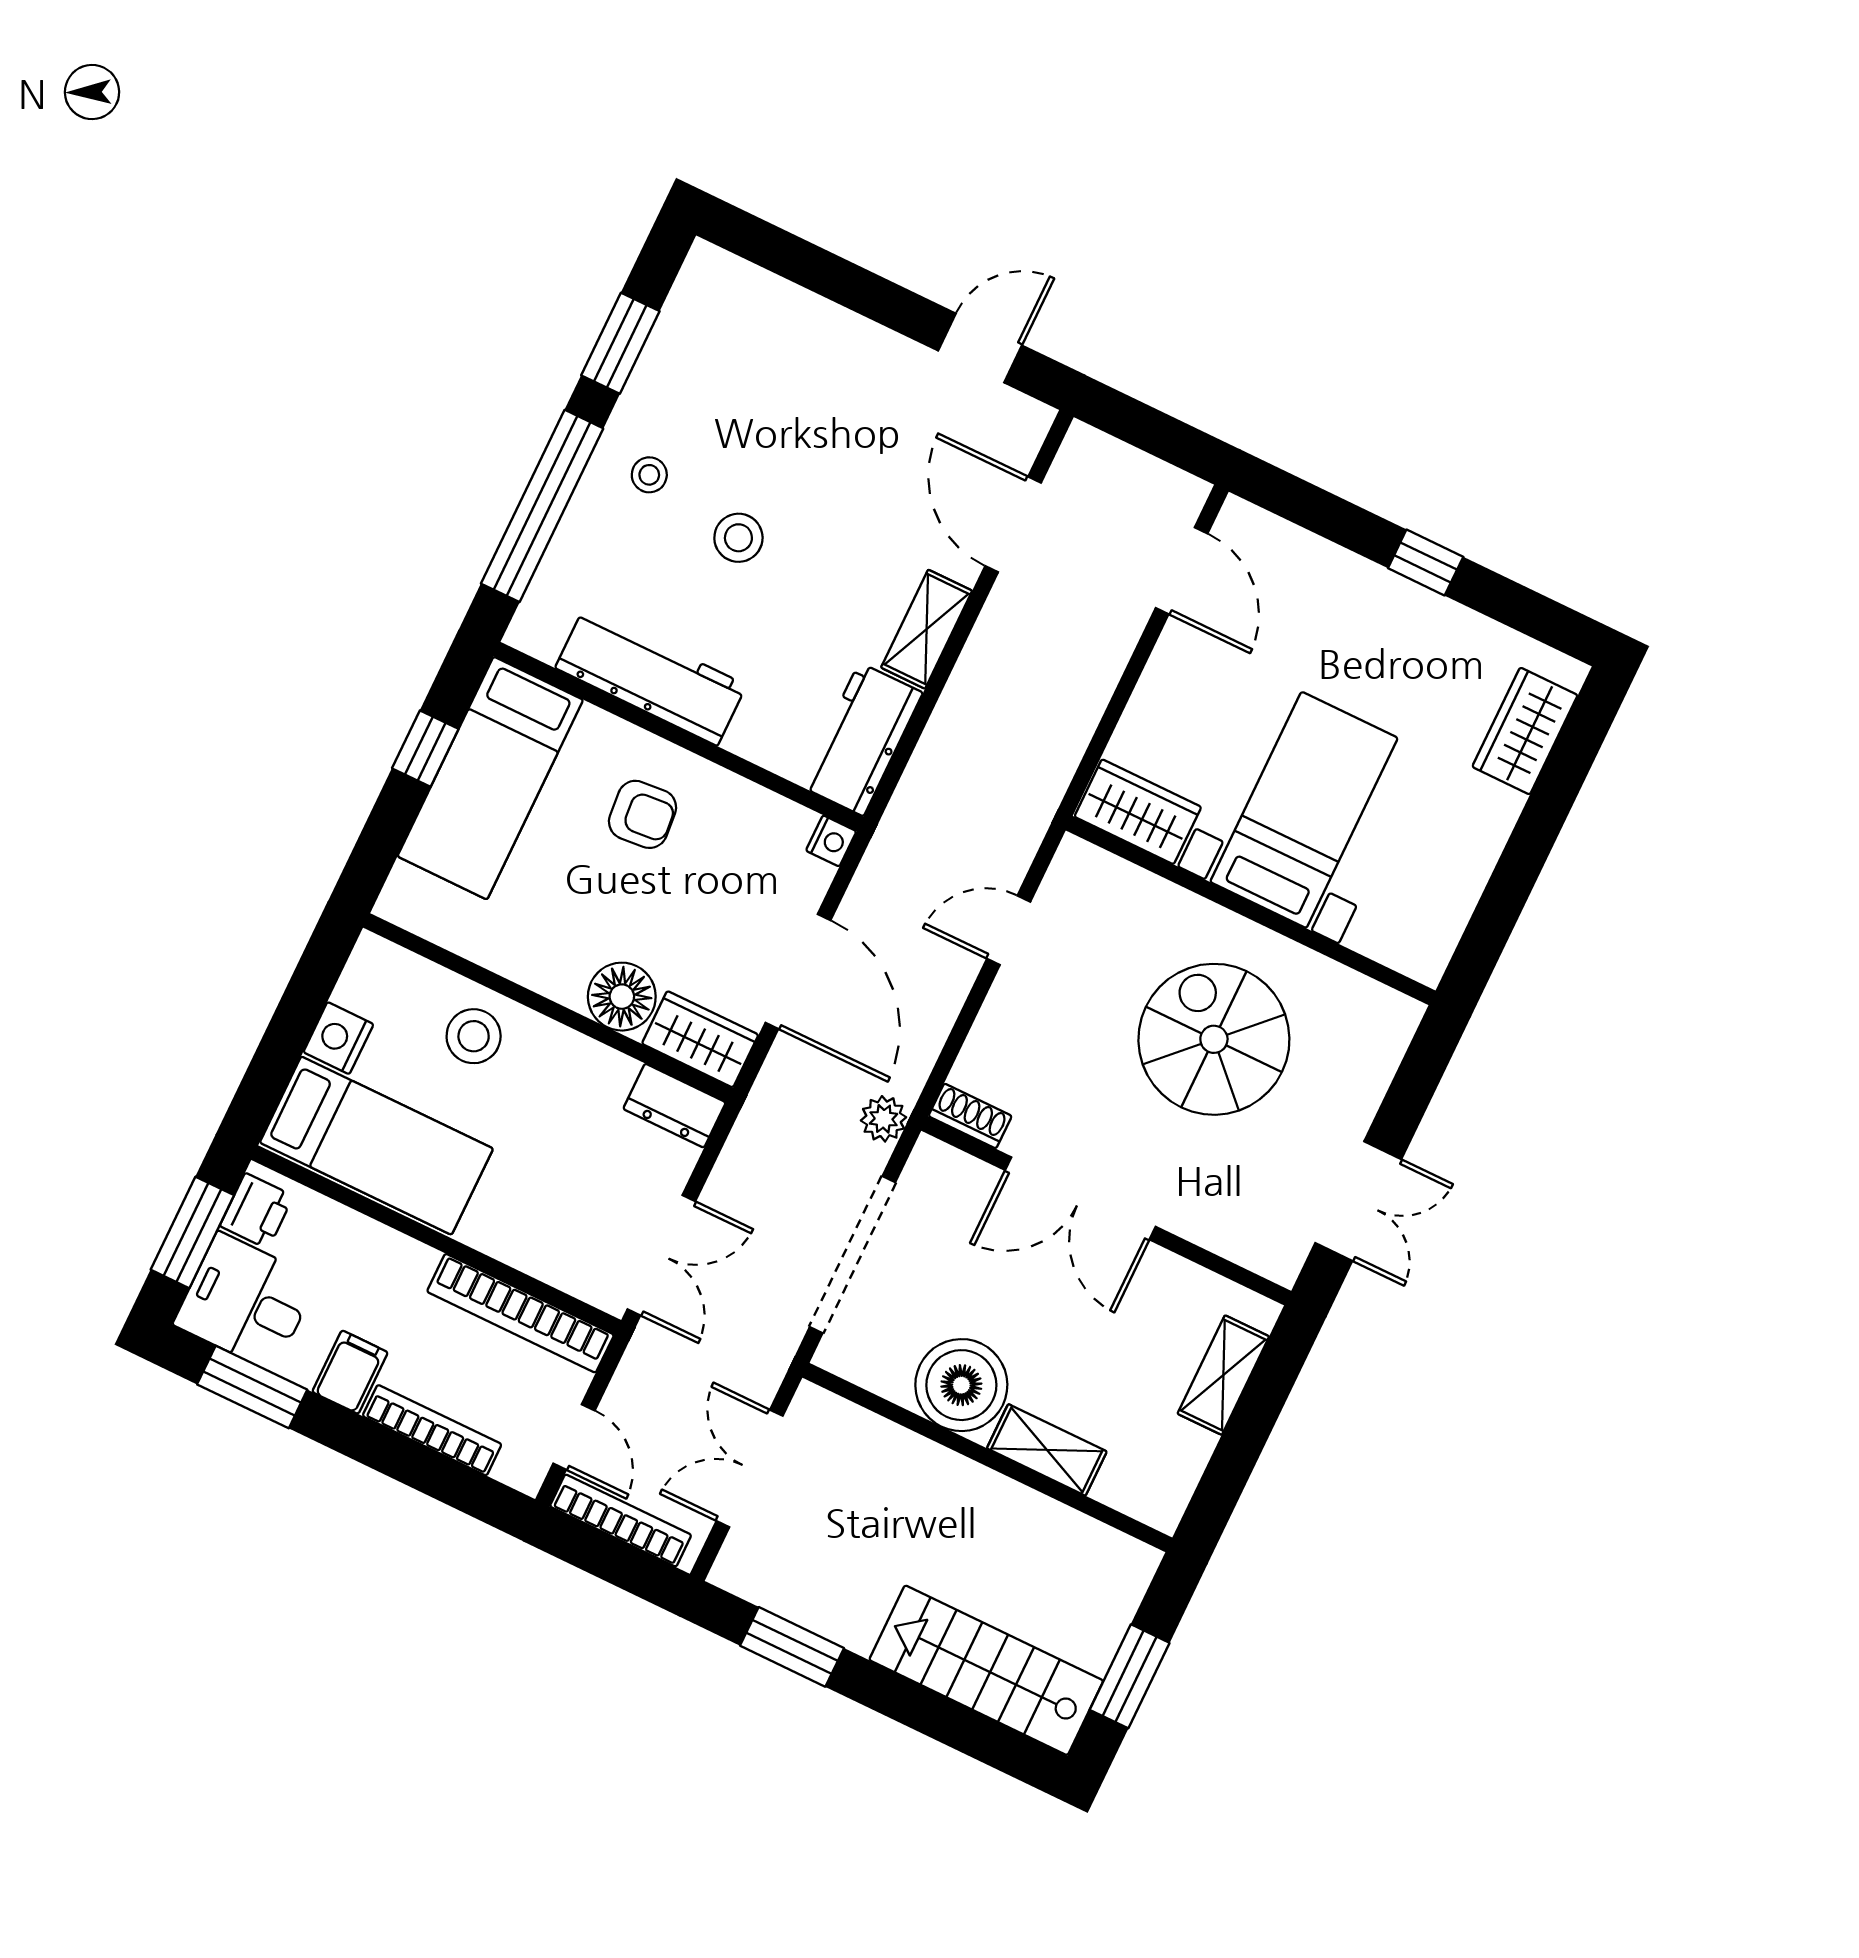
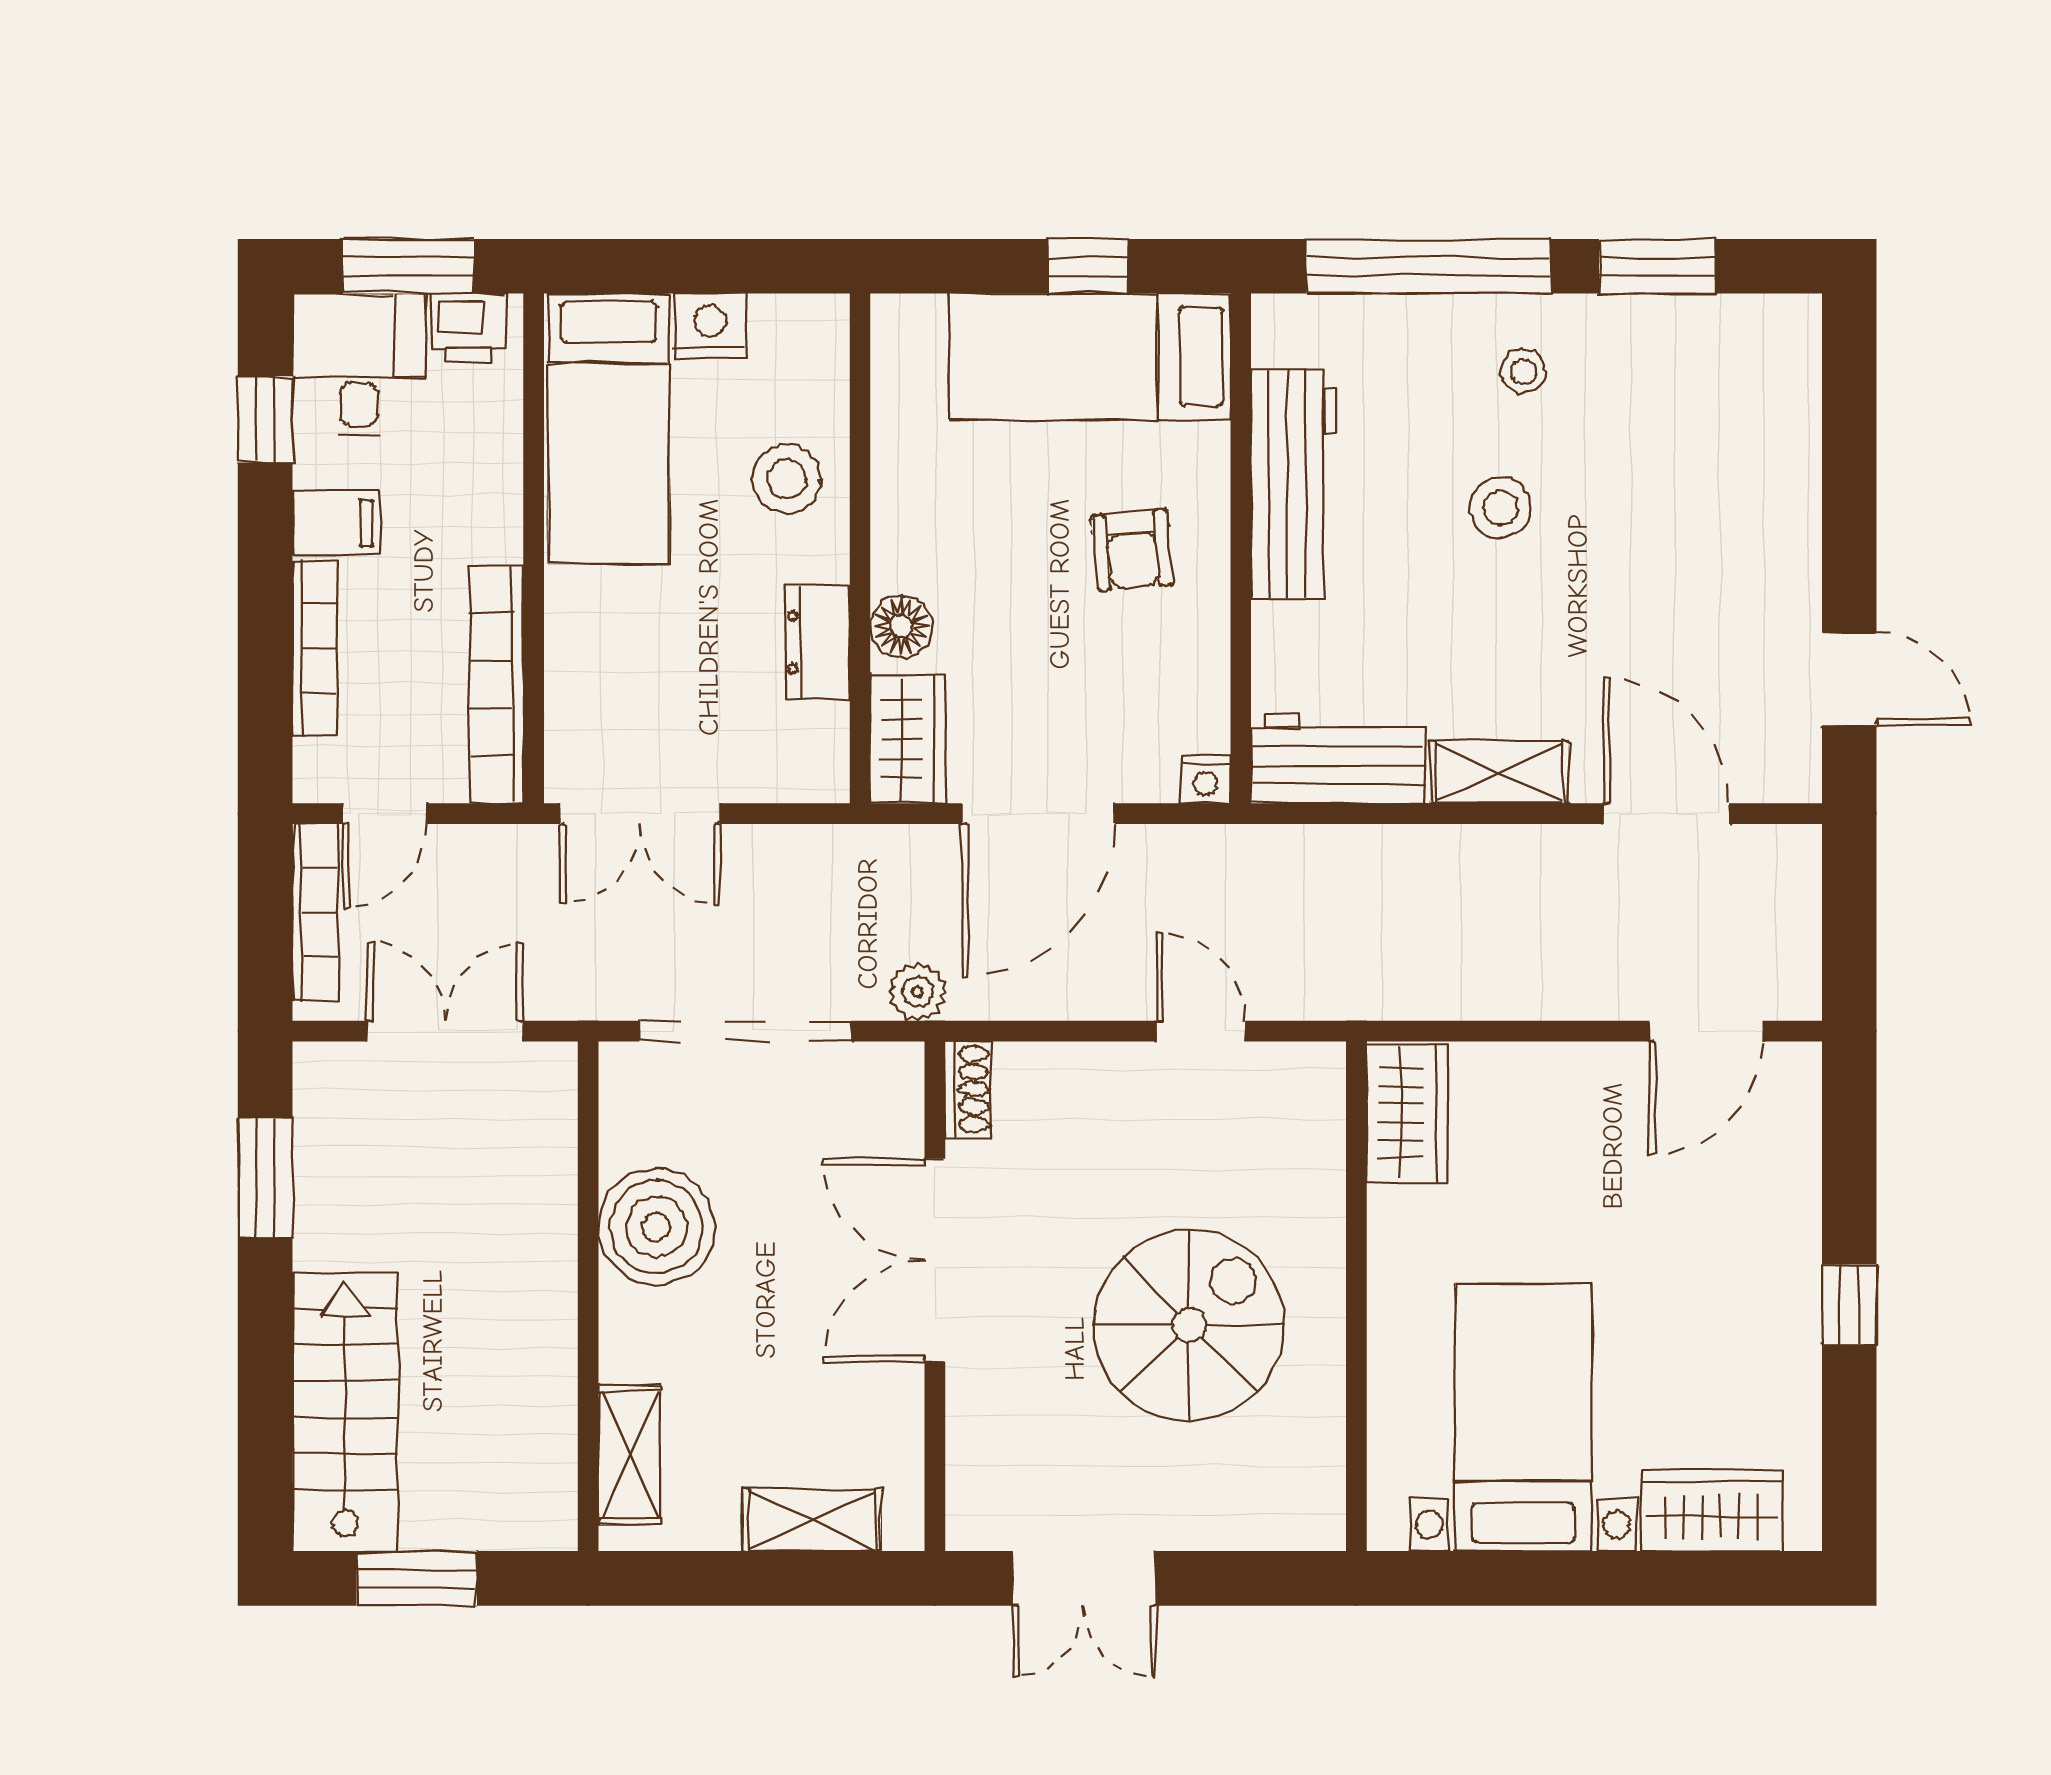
door: (1013, 524) -> (1666, 814), hinge flipped
bed with nightstands: (1304, 810) -> (1523, 1417), moved, turned -90
floor lamp: (622, 997) -> (901, 626), width x0.73, depth x0.73
dresser: (674, 1106) -> (818, 642), moved
window: (252, 1387) -> (265, 419), width x0.67
shelving: (1047, 1450) -> (629, 1455), moved

